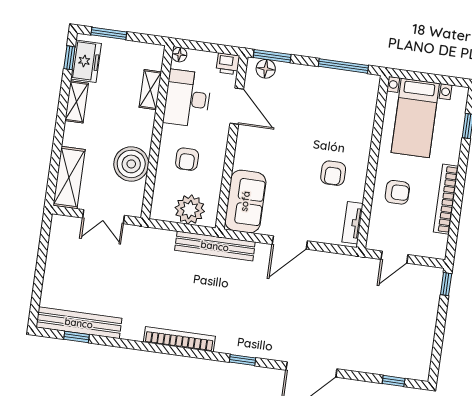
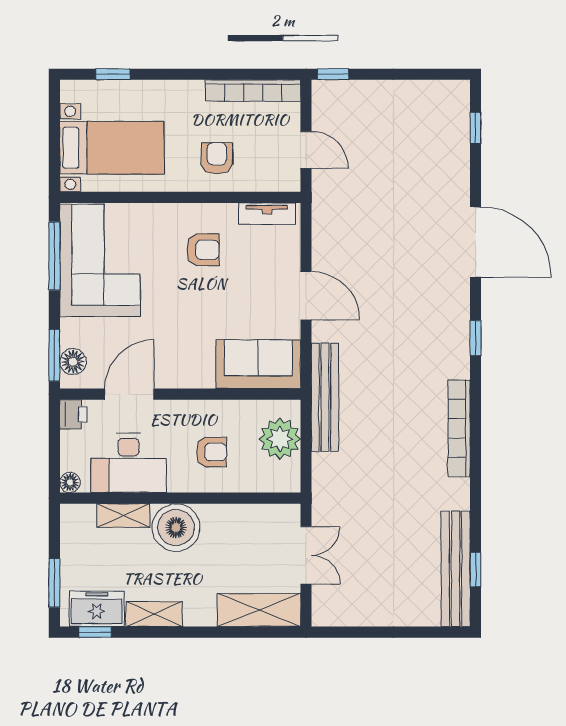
corner sofa: (336, 98) -> (100, 260), added
boiler: (131, 164) -> (176, 527), moved
bookcase: (446, 199) -> (253, 90), moved

